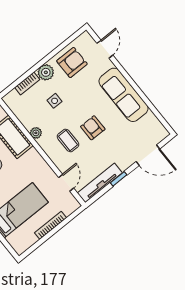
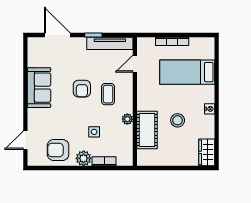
sofa: (123, 95) -> (39, 88), width x0.73

